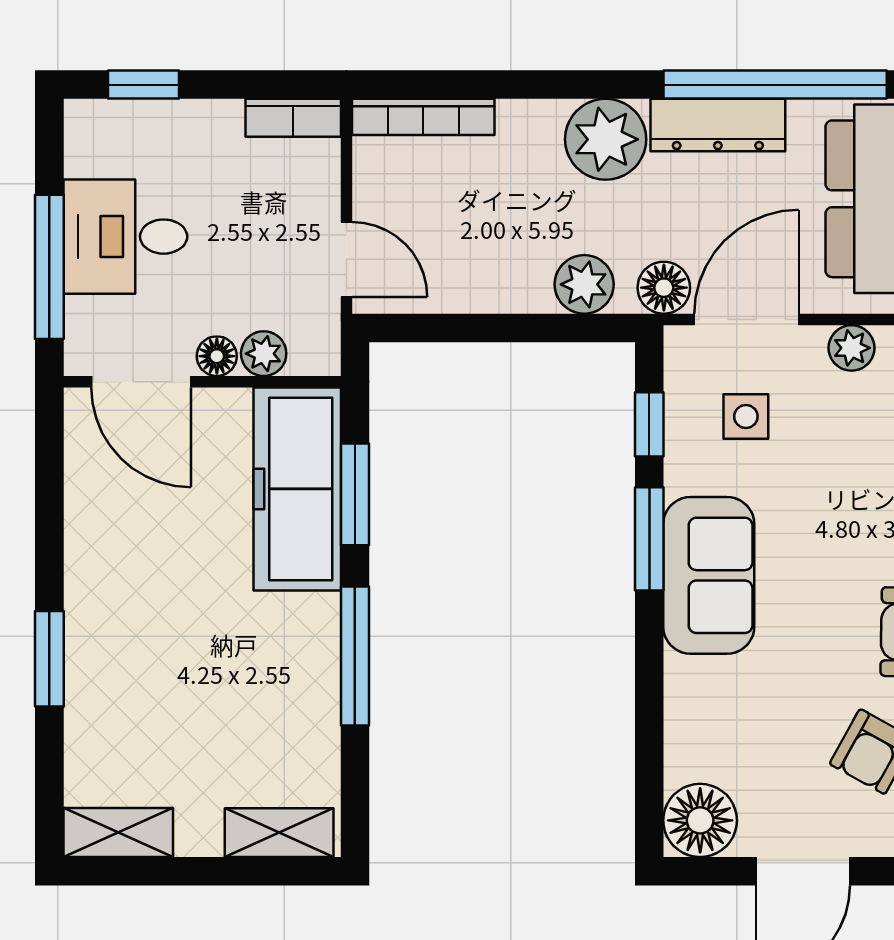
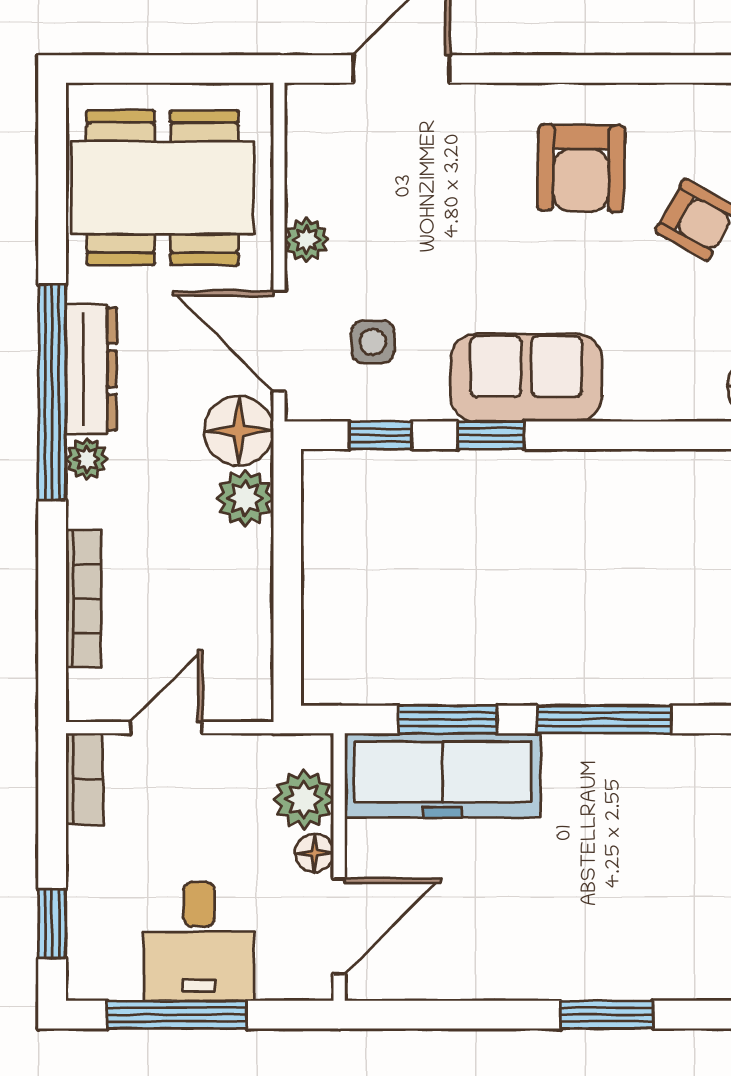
window: (775, 85) -> (52, 392), moved
bookcase: (423, 117) -> (83, 599), moved
plant: (606, 139) -> (87, 459), width x0.53, depth x0.53
door: (346, 259) -> (166, 728), moved
window: (49, 267) -> (177, 1015), moved
floor lamp: (664, 288) -> (239, 431), width x1.38, depth x1.38
plant: (264, 354) -> (304, 799), width x1.38, depth x1.38
window: (649, 539) -> (491, 435), width x0.67

